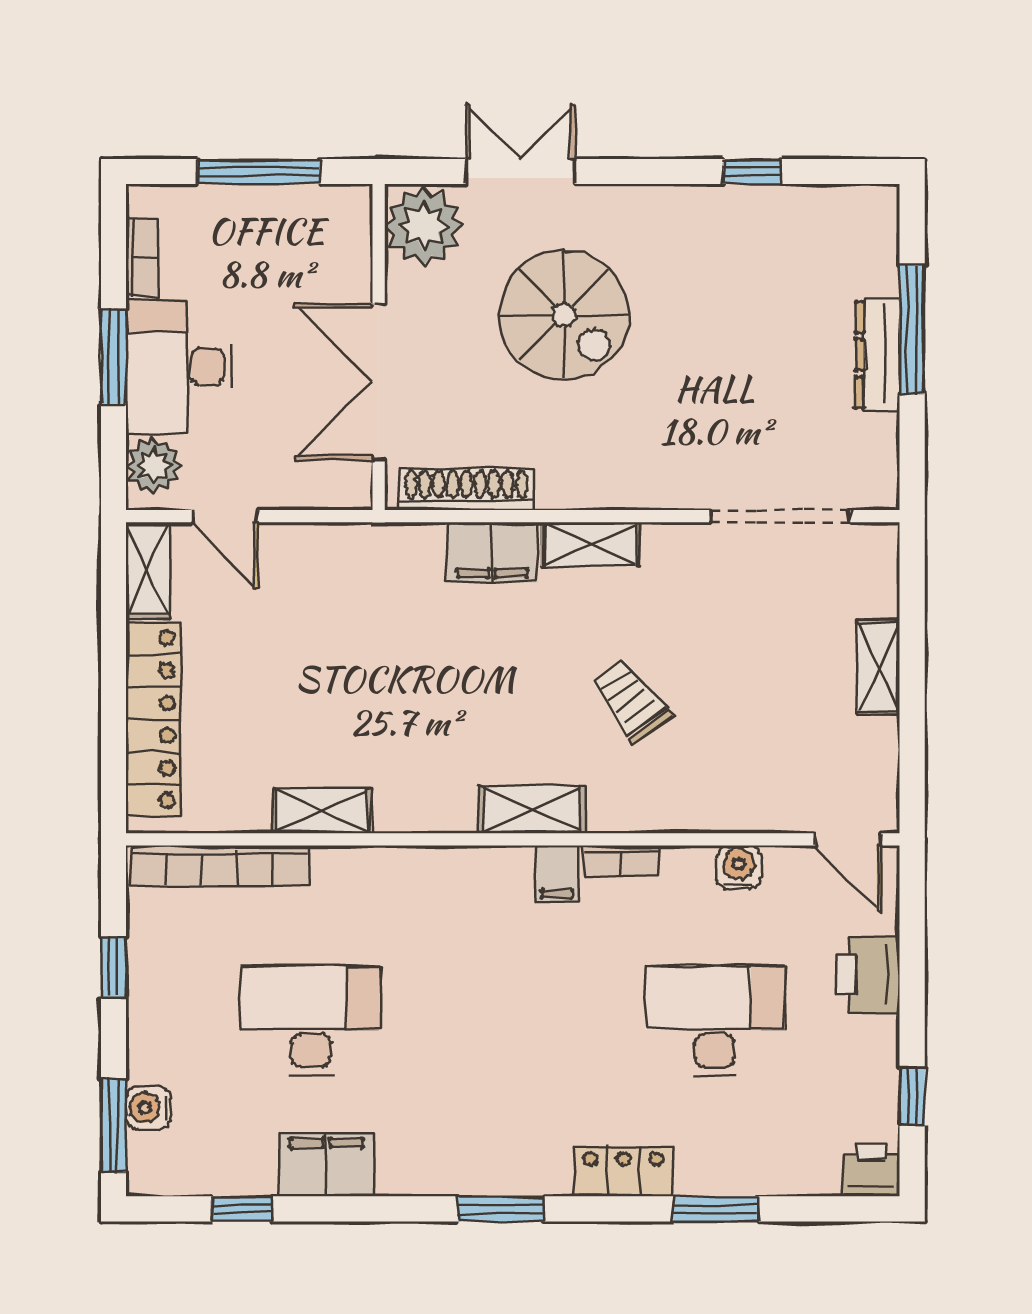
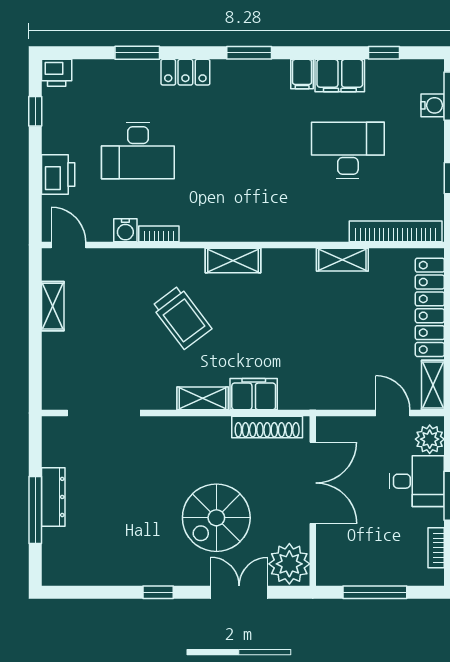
double door: (520, 172) -> (239, 592), swing flipped
window: (752, 172) -> (158, 592), moved
spiral stairs: (564, 315) -> (216, 518), turned -90
desk: (179, 367) -> (417, 481), width x0.73
shelving: (878, 667) -> (53, 306), moved
trolley: (631, 700) -> (182, 317), width x1.36, depth x1.39
bookcase: (621, 861) -> (159, 234), moved
filing cabinet: (557, 874) -> (302, 74), moved, turned 180
desk: (311, 1021) -> (348, 151), turned 180

